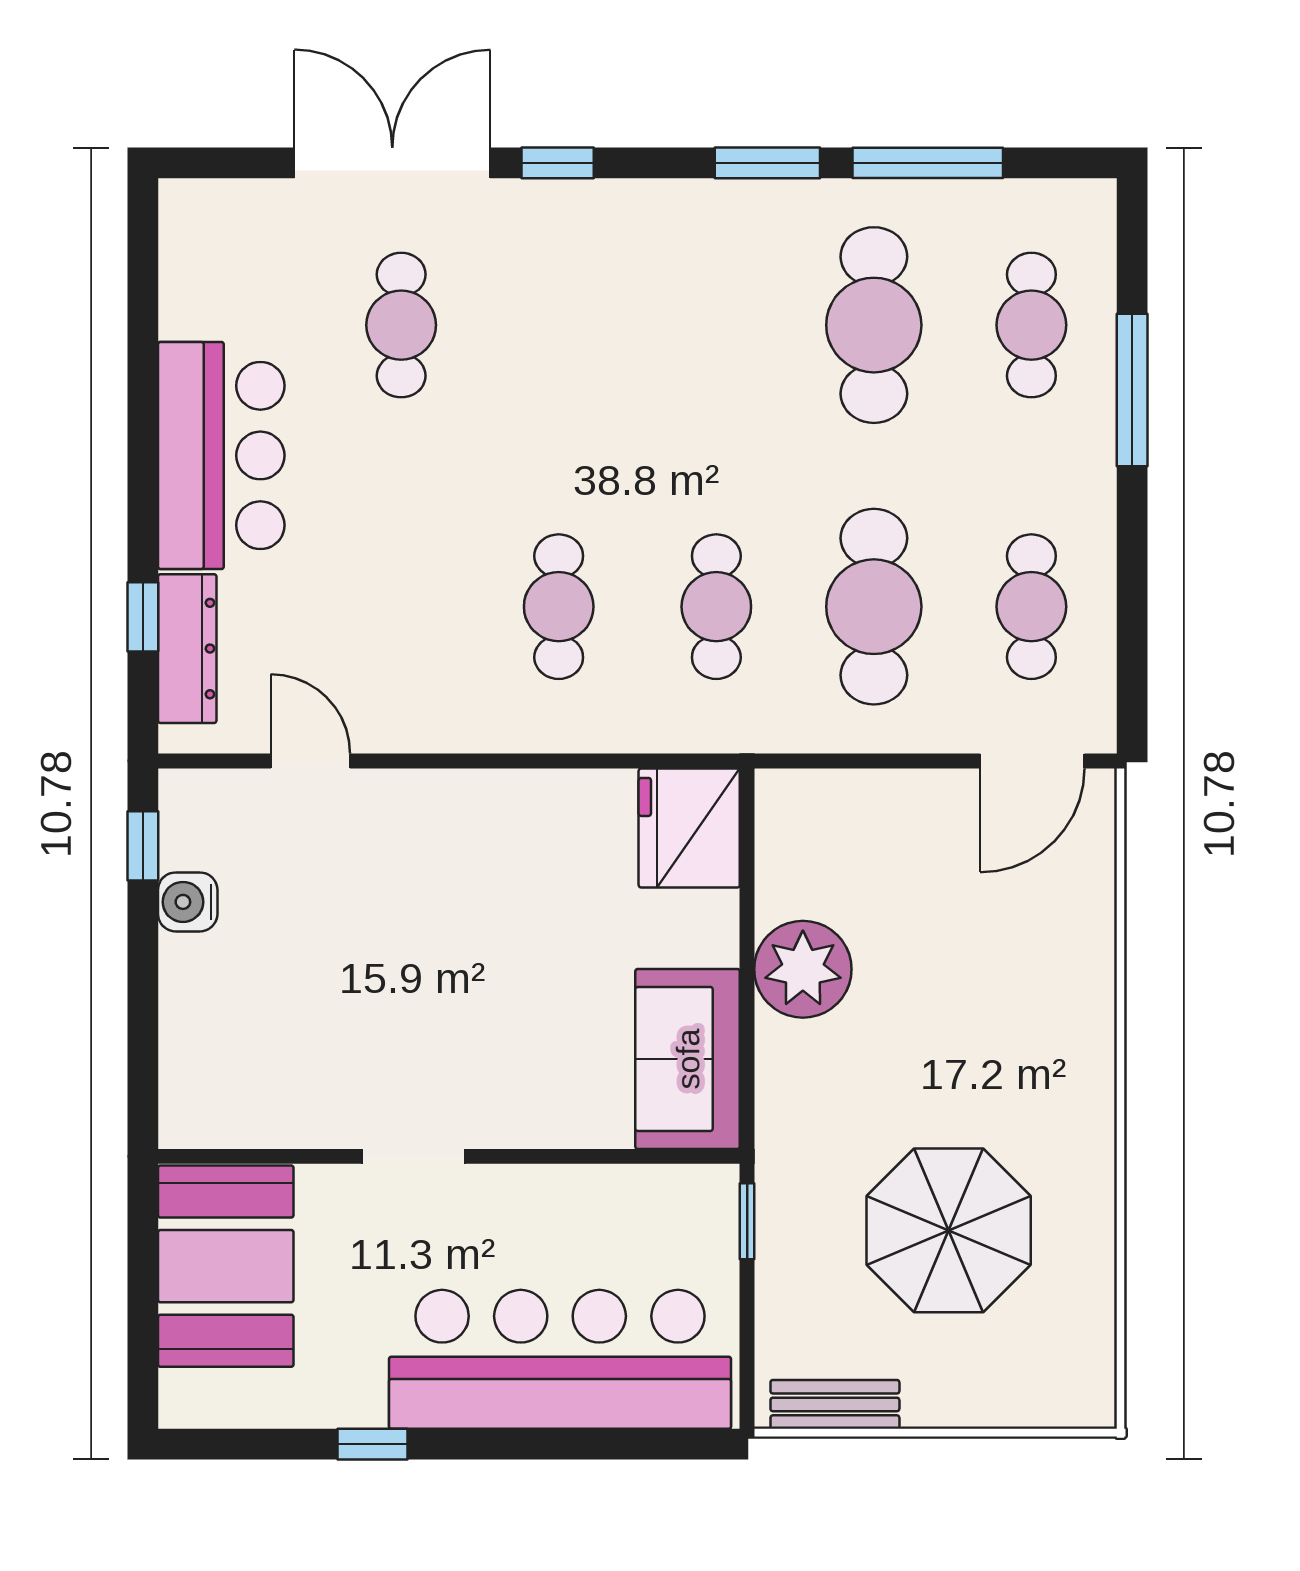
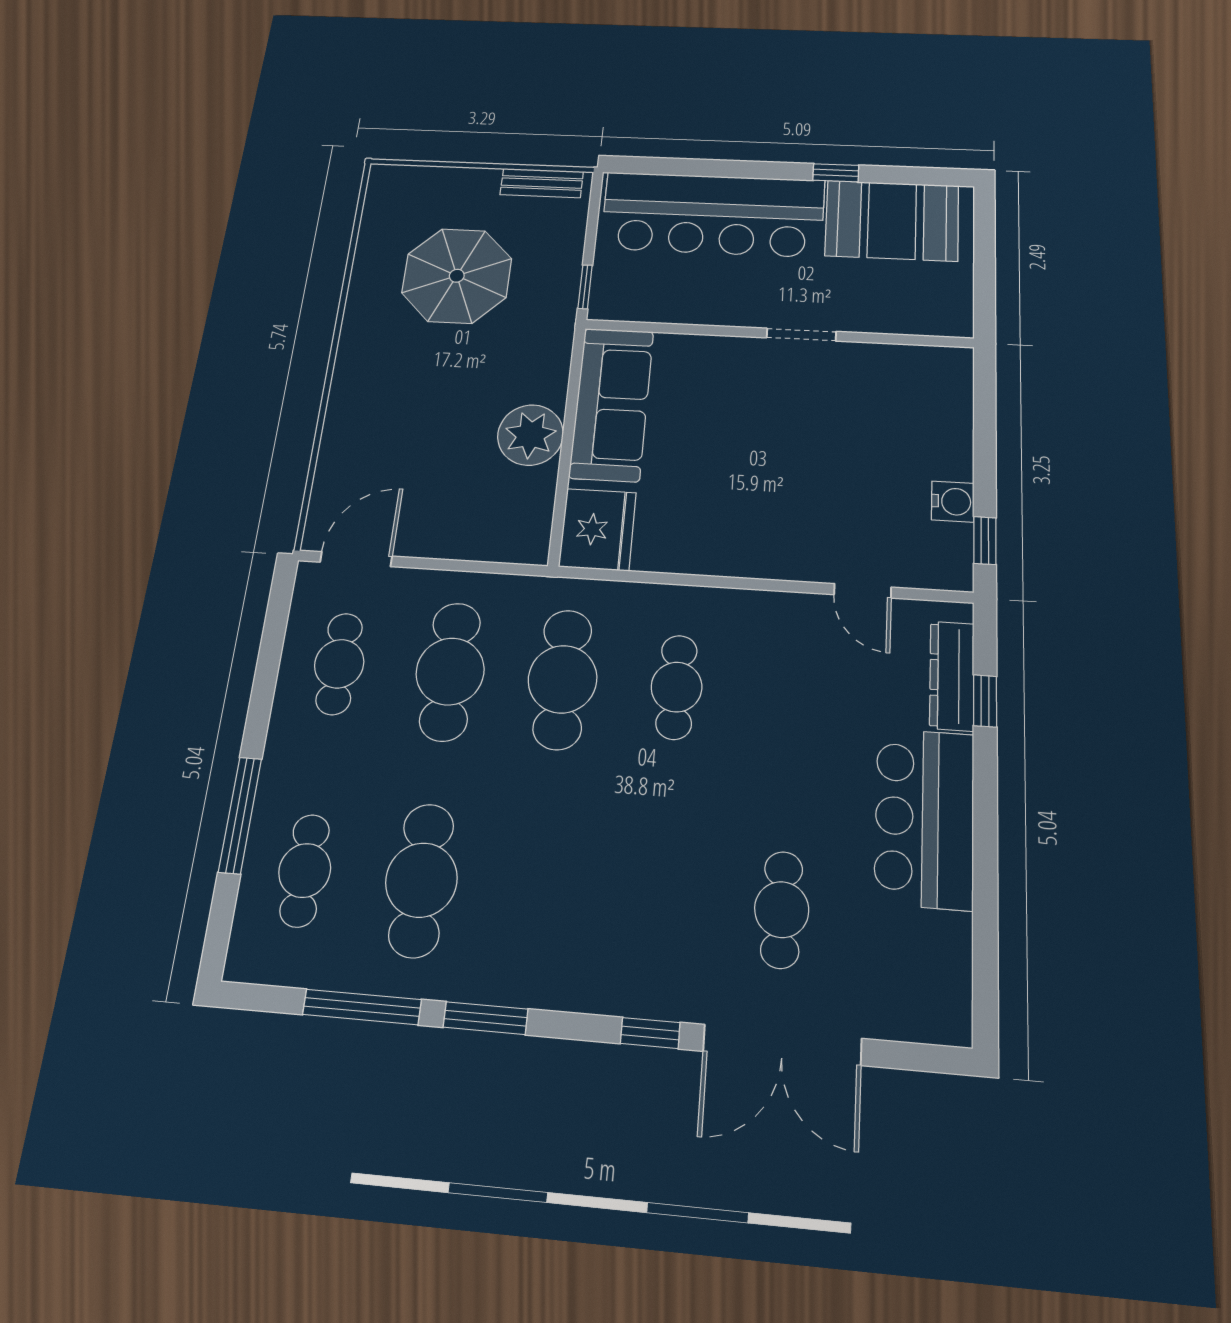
cafe table: (716, 607) -> (563, 679), width x1.37, depth x1.35
sofa: (688, 1059) -> (612, 404), width x1.36
booth: (226, 1266) -> (892, 221), moved, turned 90

